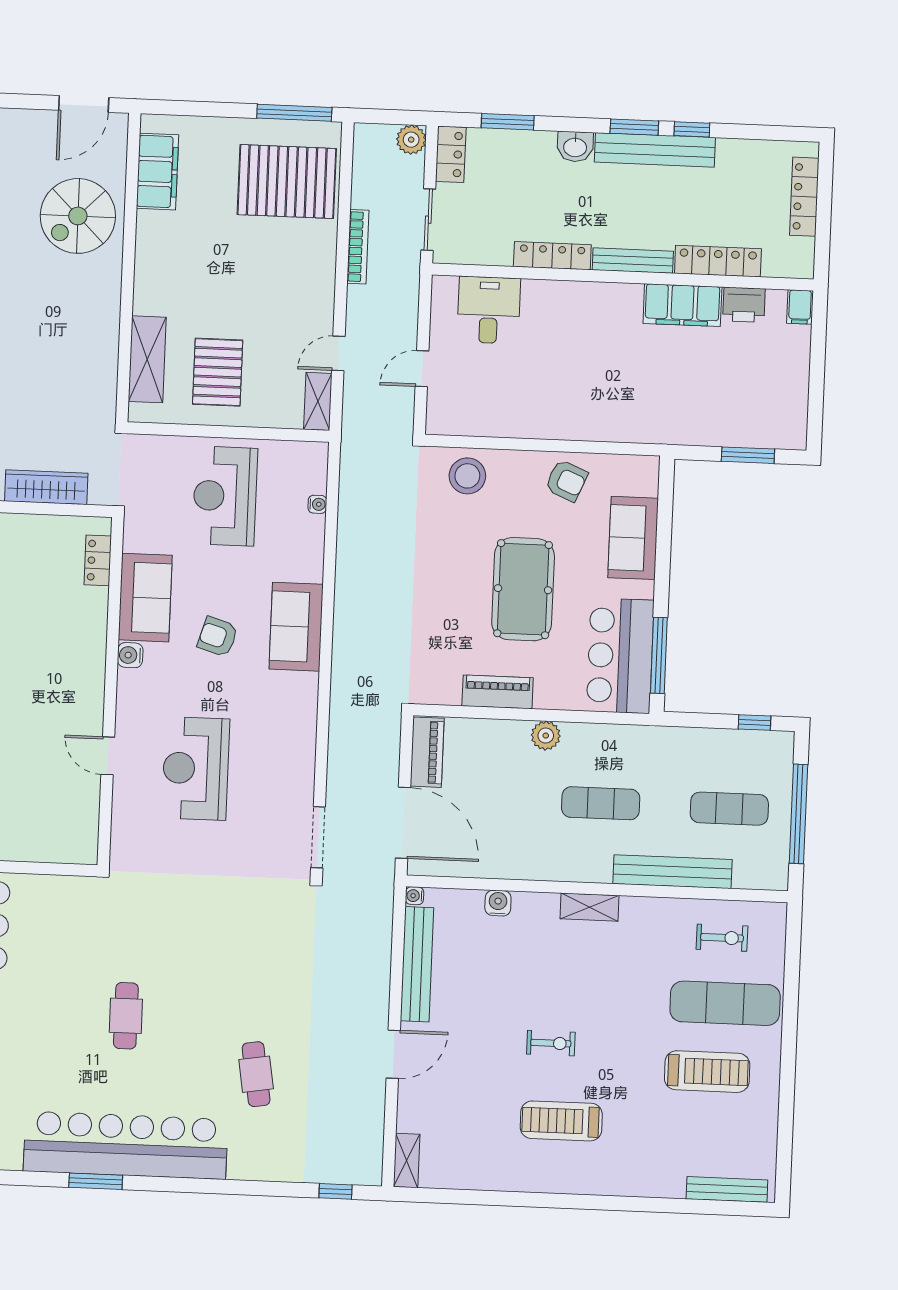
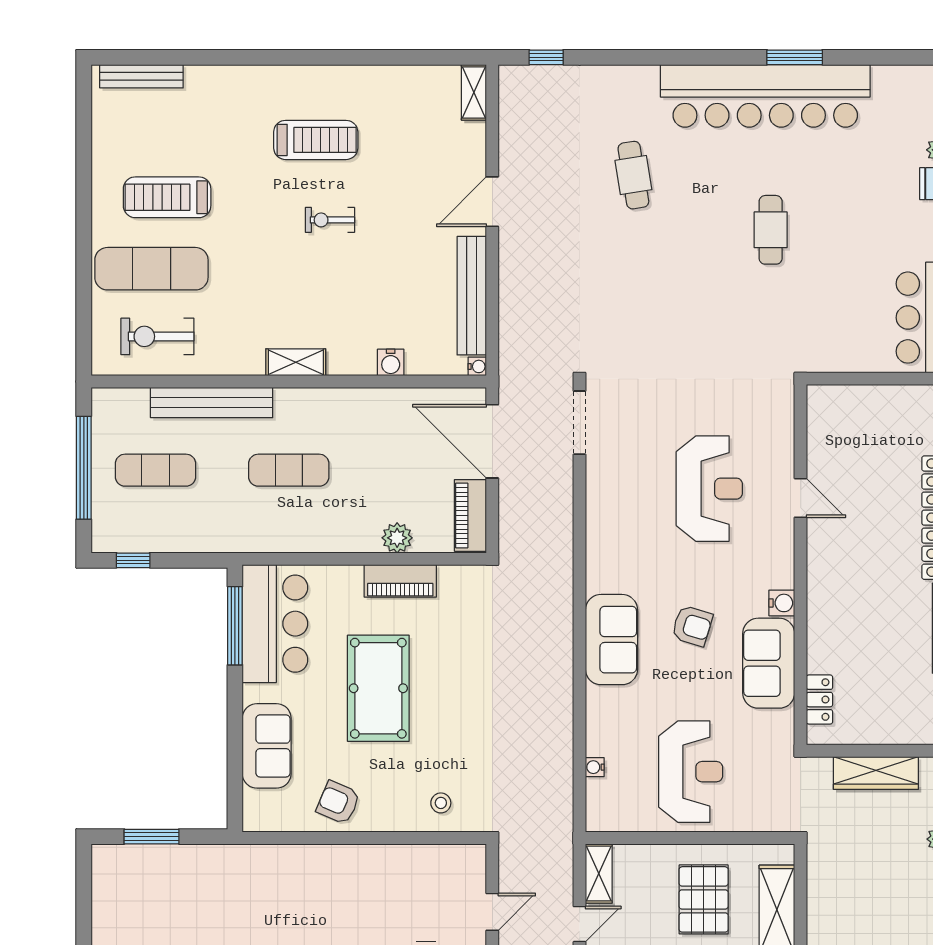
stool: (467, 476) -> (441, 803), width x0.53, depth x0.53
plant: (546, 736) -> (397, 538), moved
exercise bike: (722, 938) -> (157, 336), width x1.38, depth x1.39

